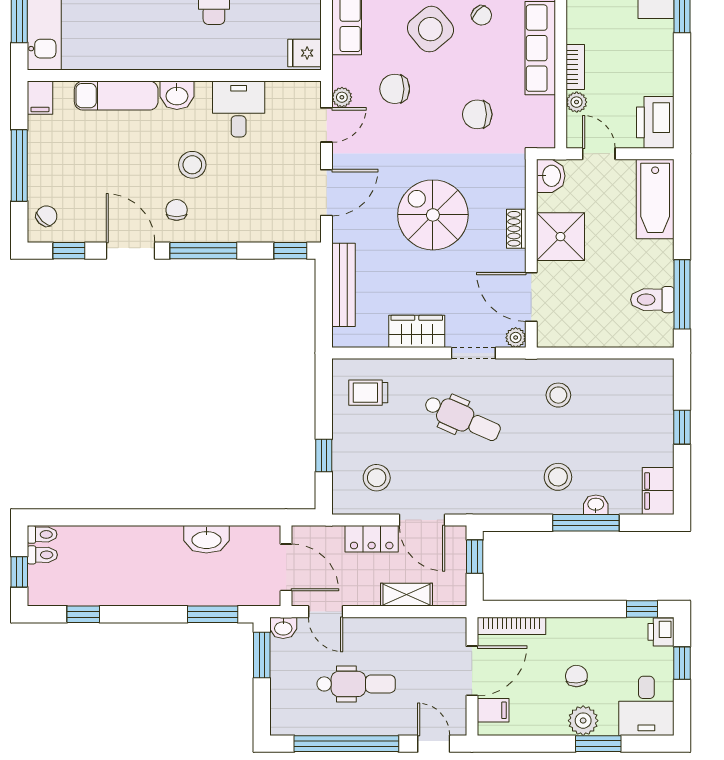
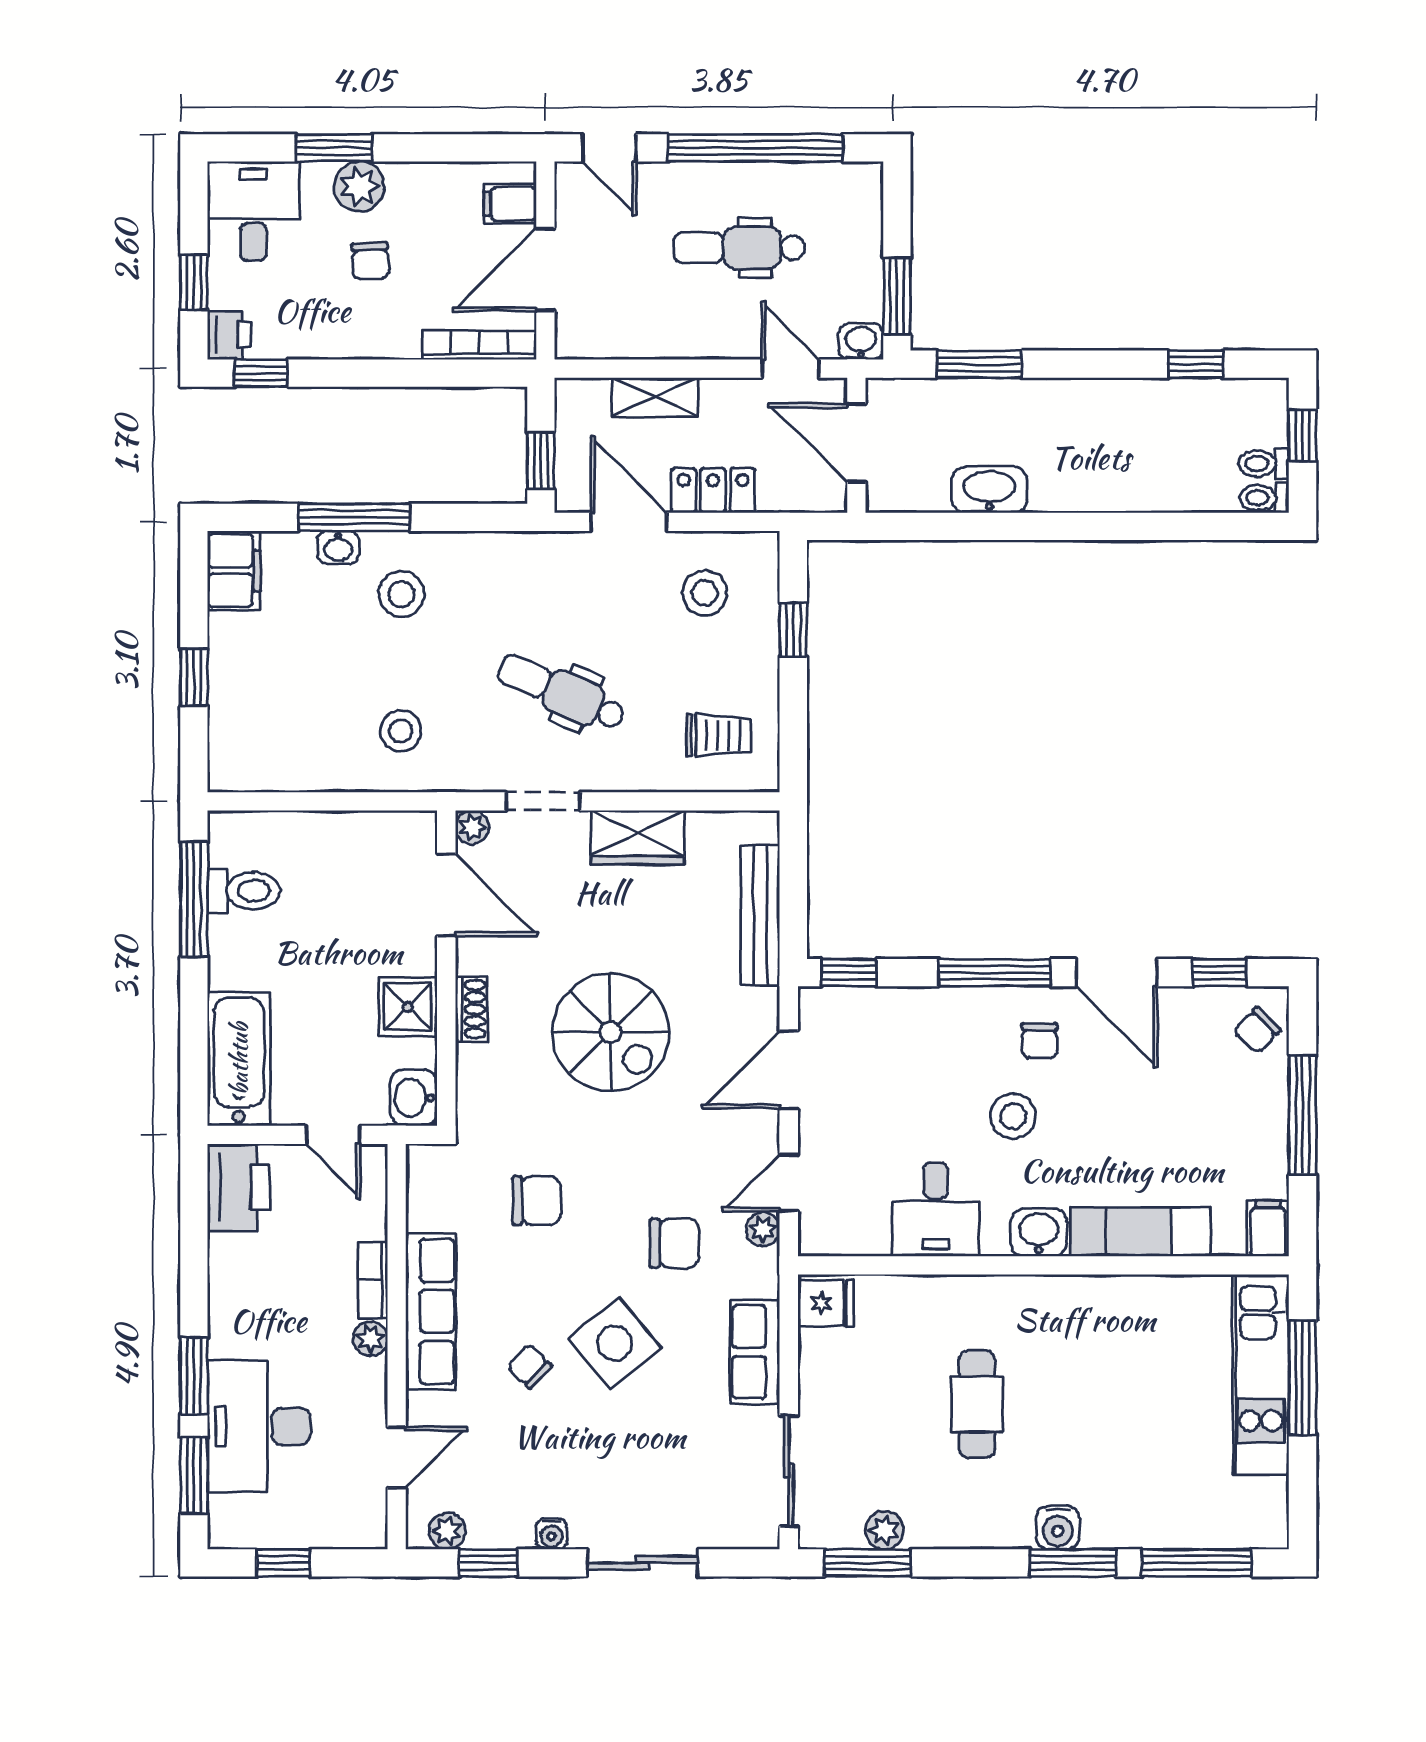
plant: (577, 102) -> (370, 1339), moved
shower: (560, 237) -> (408, 1007), width x0.73, depth x0.73

